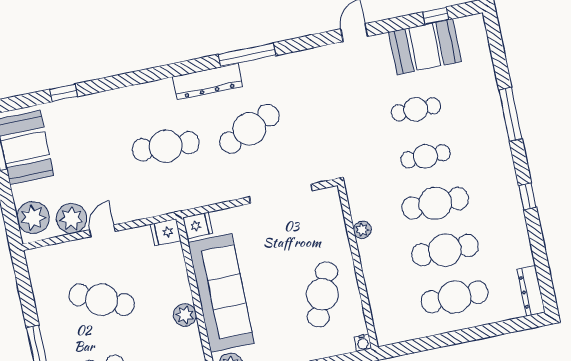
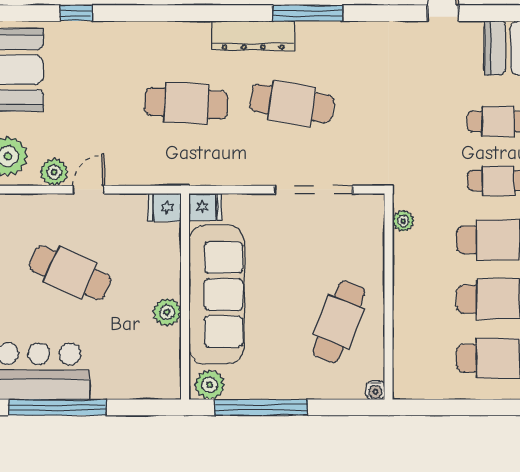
cafe table: (249, 129) -> (292, 103), turned 33
plant: (71, 218) -> (54, 172), width x0.73, depth x0.73
plant: (362, 230) -> (403, 221), moved

